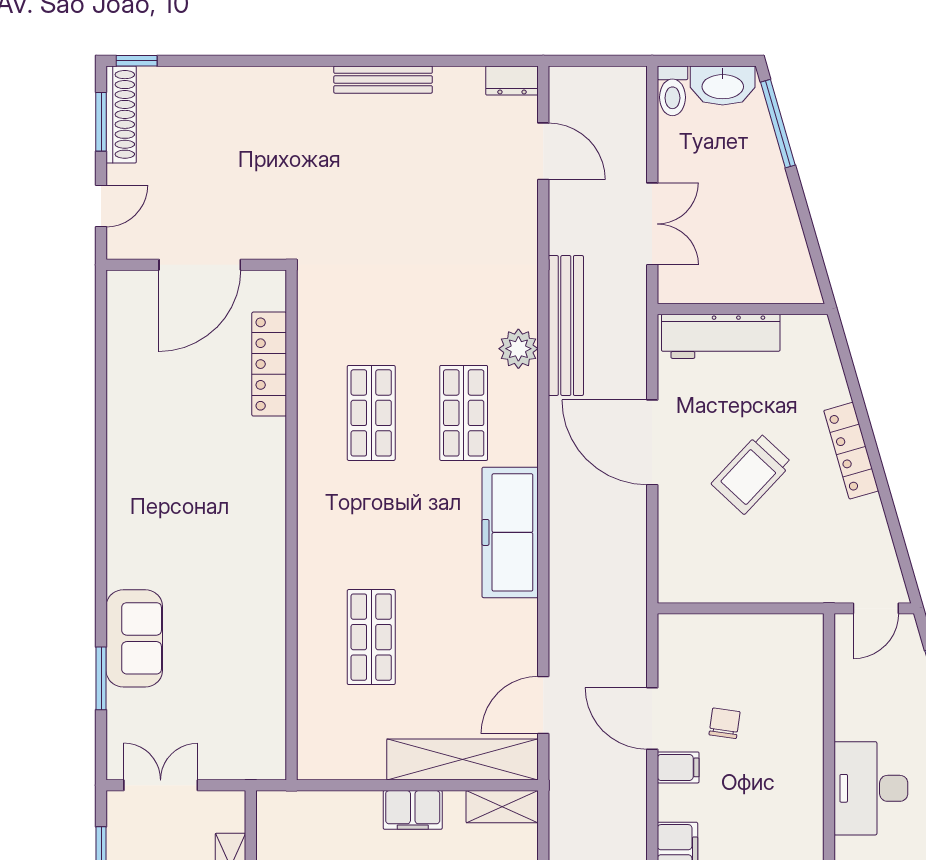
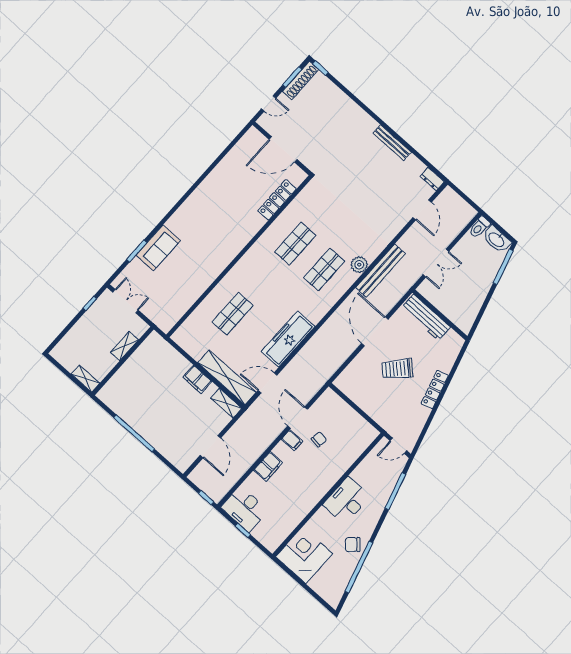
freezer: (510, 532) -> (288, 339), moved

